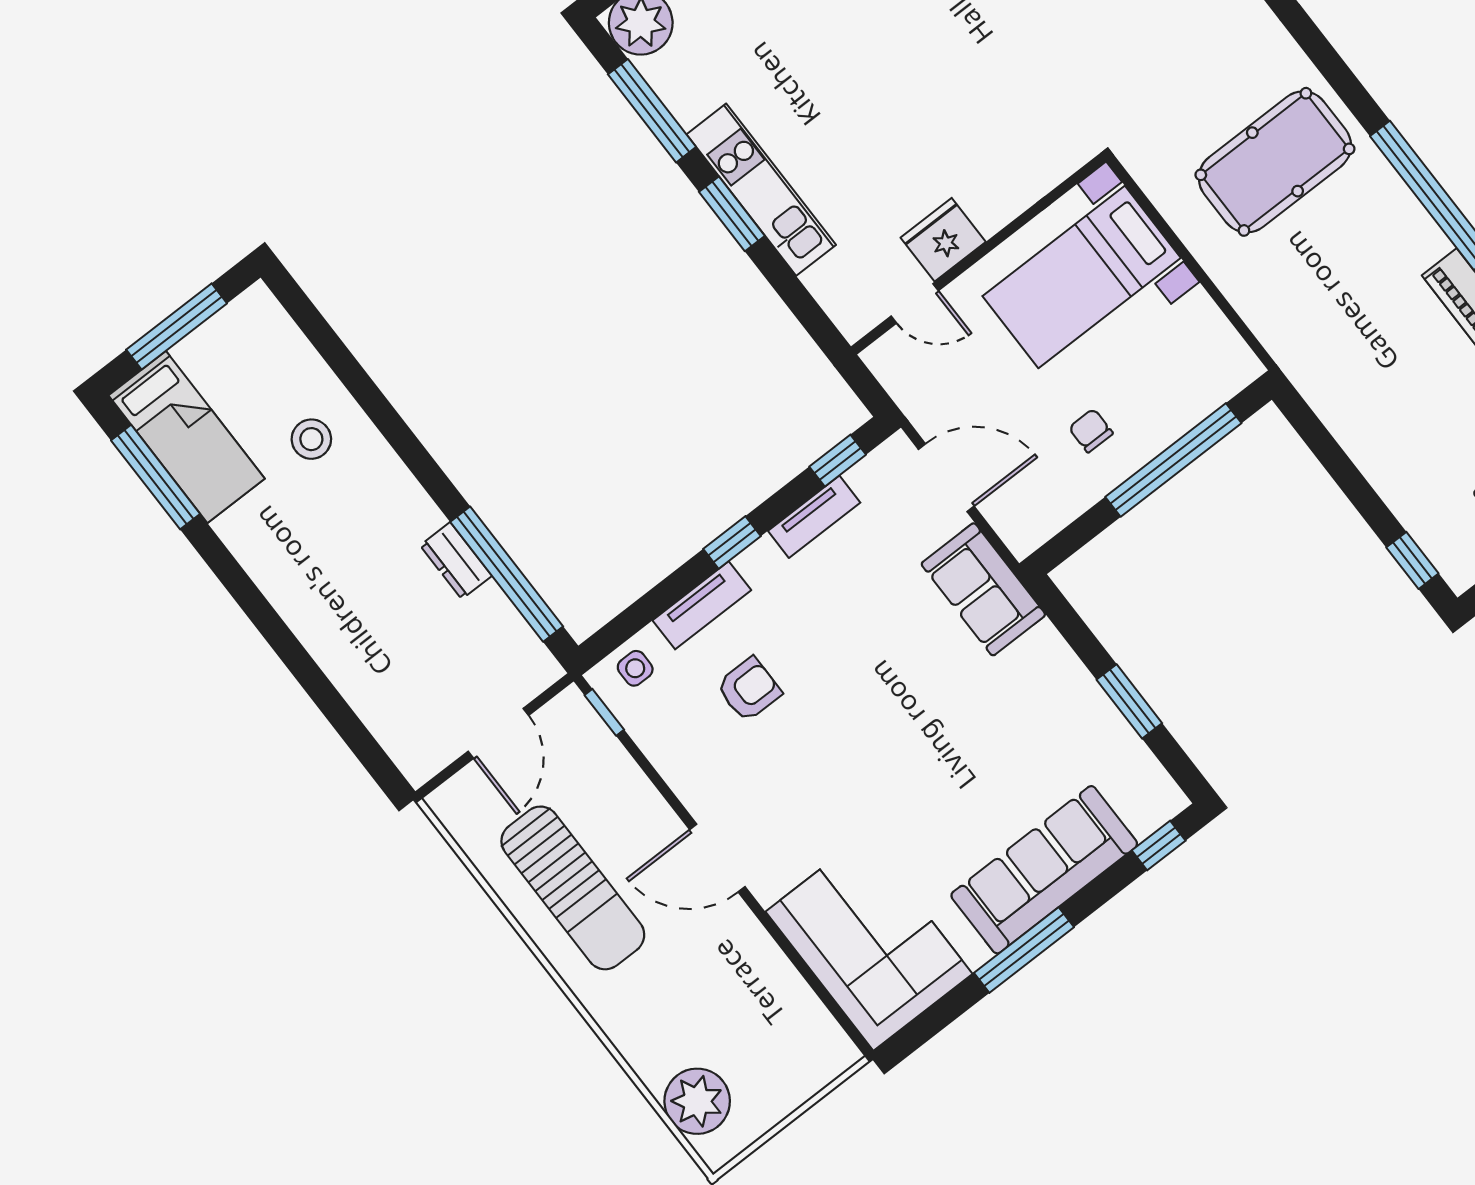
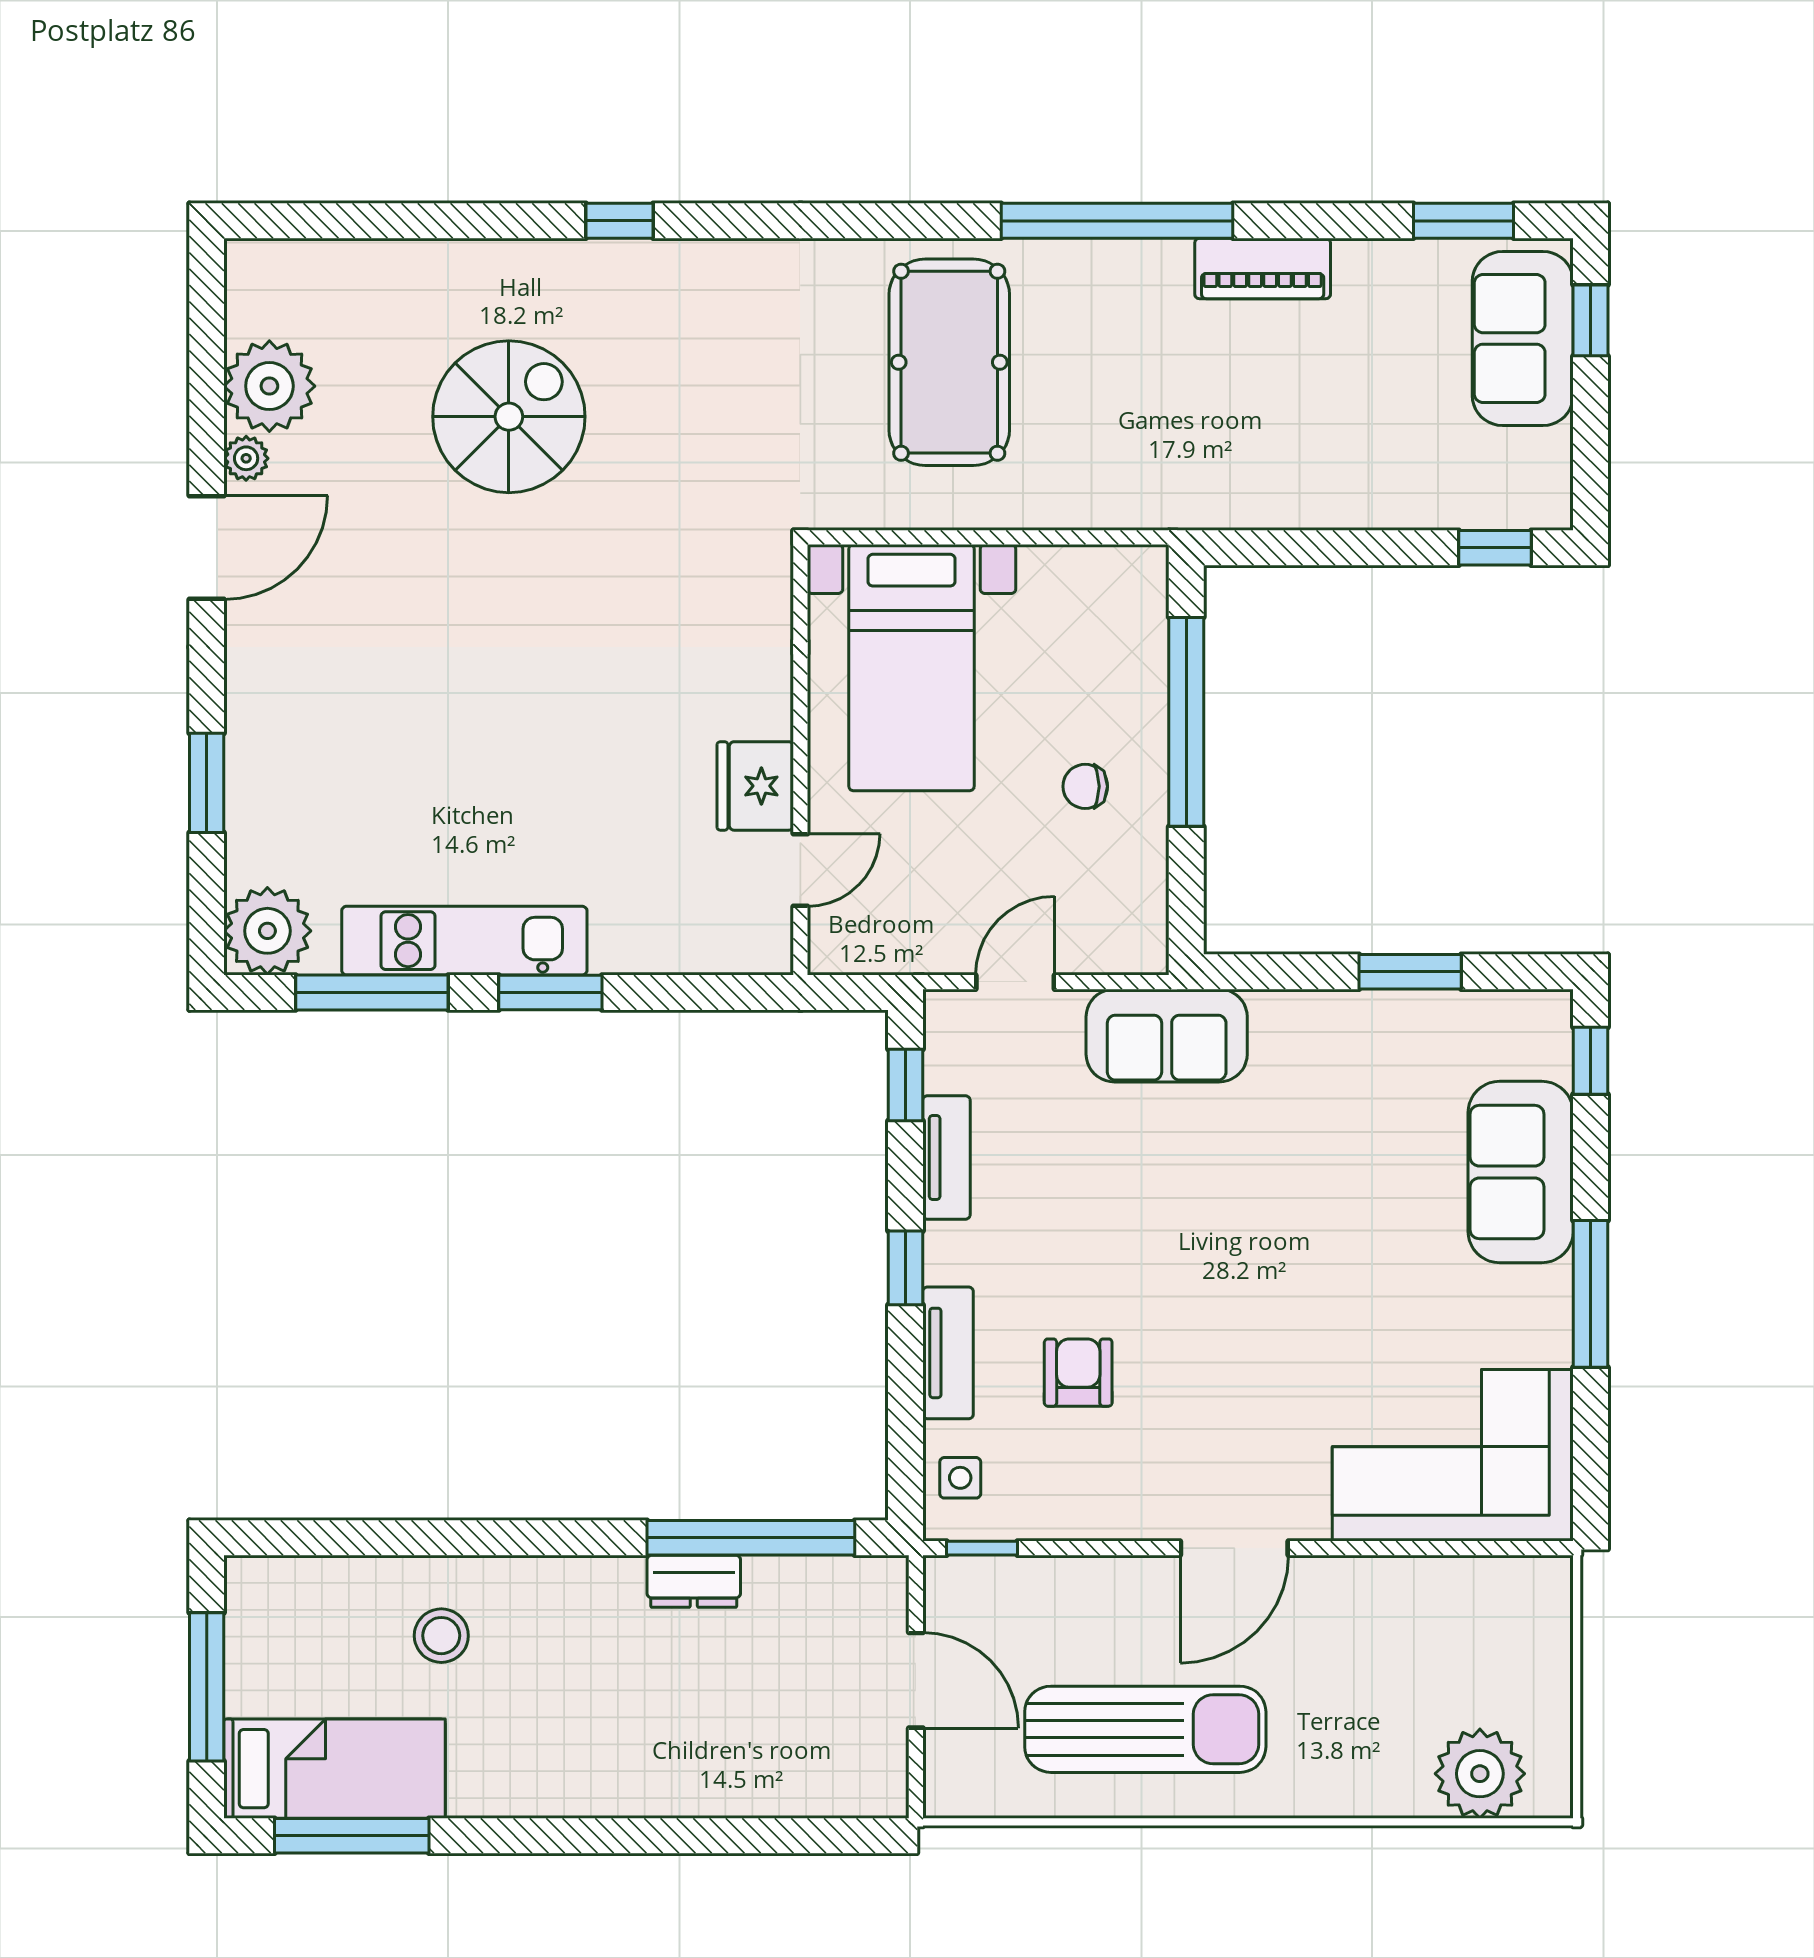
kitchen unit: (761, 190) -> (464, 941), moved
door: (946, 478) -> (1015, 982), width x0.73
sofa: (1044, 870) -> (1521, 1172), width x0.73

